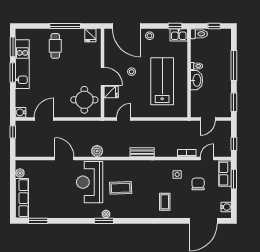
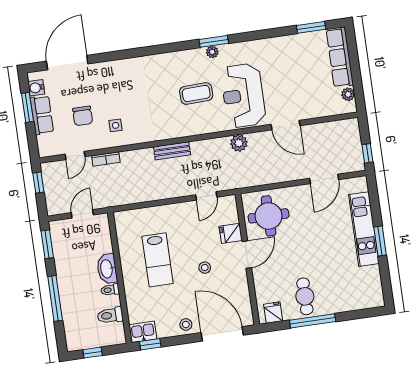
toilet: (199, 34) -> (110, 315), moved
cafe table: (55, 46) -> (305, 296), moved
window: (13, 47) -> (386, 279), removed
kitchen unit: (22, 64) -> (364, 229), moved
door: (102, 76) -> (247, 255), swing flipped
lab bench: (162, 81) -> (158, 260), width x0.73, depth x0.72
water cooler: (21, 112) -> (360, 184), removed
row of seats: (225, 174) -> (42, 115), moved
window: (234, 179) -> (28, 107), moved
reception desk: (90, 182) -> (243, 95), turned 180
coffee table: (165, 202) -> (128, 82), removed

